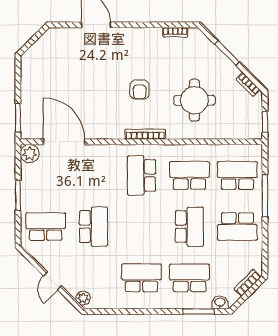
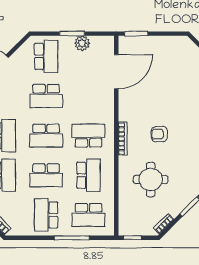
plant: (30, 154) -> (82, 43), moved
school desk: (237, 175) -> (88, 215), turned 90
school desk: (141, 227) -> (46, 136), added

